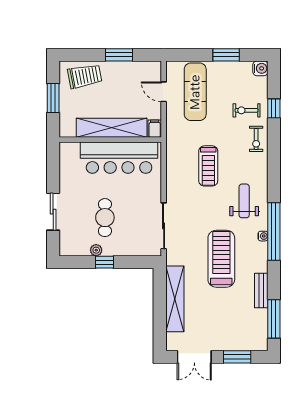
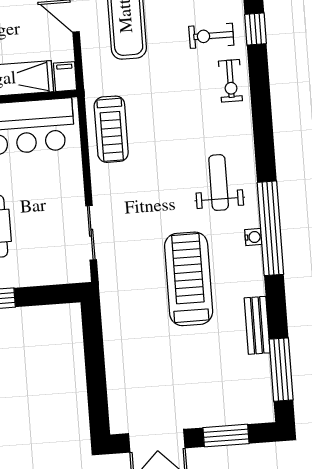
treadmill: (208, 166) -> (111, 129), moved
sliding door: (164, 226) -> (91, 233), width x0.73
shelving: (175, 299) -> (118, 349), removed

